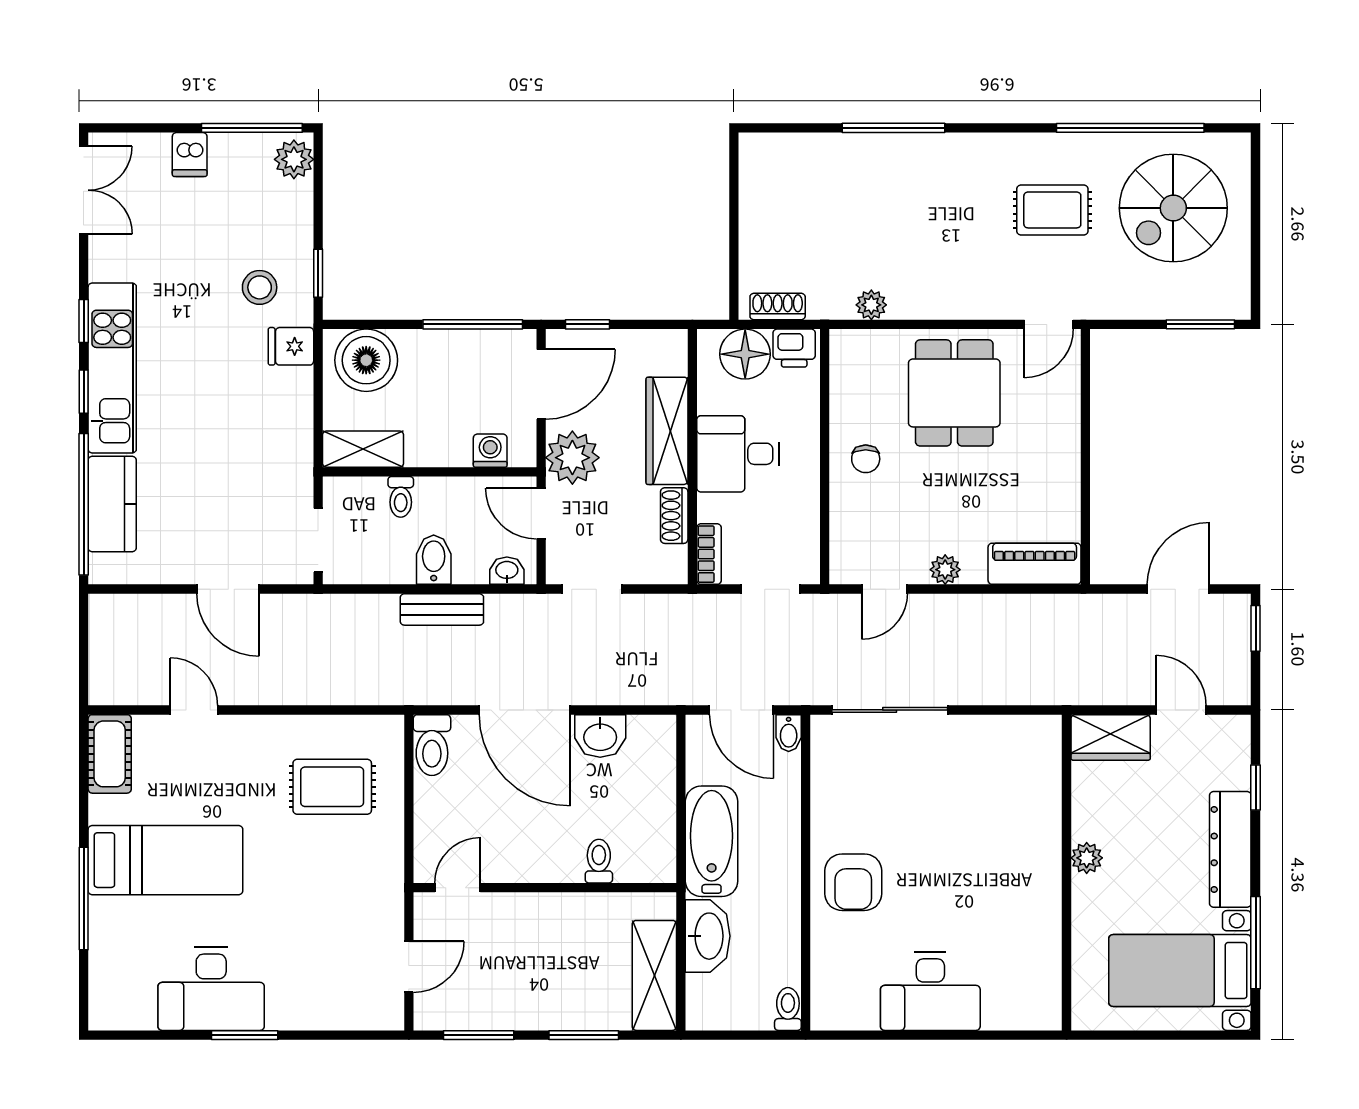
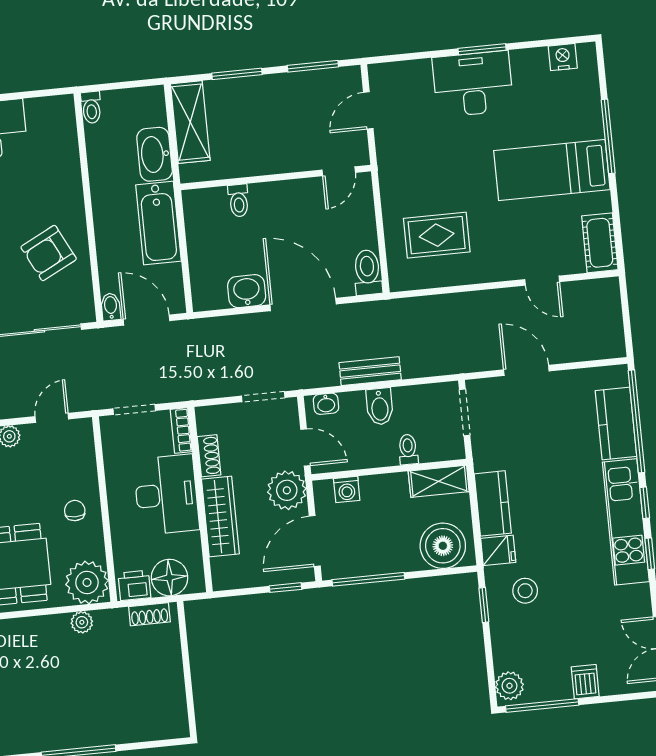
plant: (859, 359) -> (87, 582), added
kitchen counter: (292, 411) -> (493, 503), added
desk: (738, 454) -> (166, 495), width x1.37
armchair: (853, 882) -> (49, 253), moved, turned -117
desk: (211, 989) -> (473, 84), moved
nightstand: (135, 1013) -> (563, 57), added

